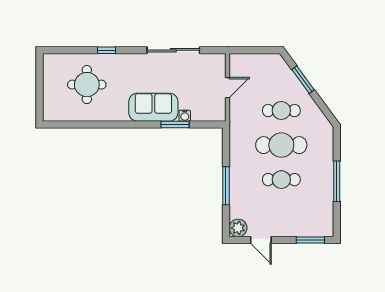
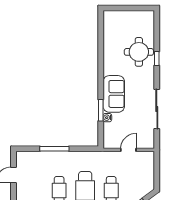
round table: (87, 85) -> (139, 52), moved
door: (228, 88) -> (128, 150), swing flipped
plant: (238, 228) -> (23, 158), removed

